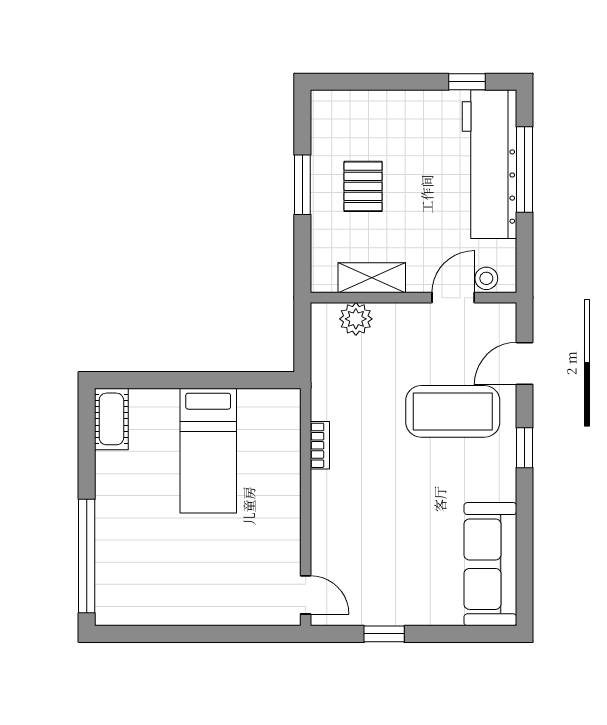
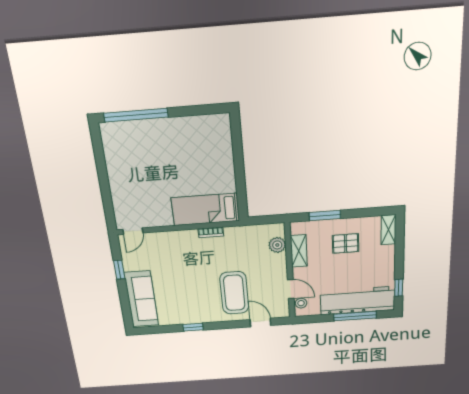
shelving: (341, 103) -> (388, 230), added
window: (302, 185) -> (325, 215), moved
cot: (111, 419) -> (214, 123), removed
window: (525, 448) -> (193, 327), moved
bed: (208, 451) -> (206, 209), moved
sofa: (490, 564) -> (141, 299), moved, turned 90

